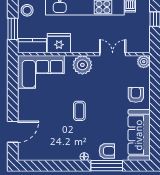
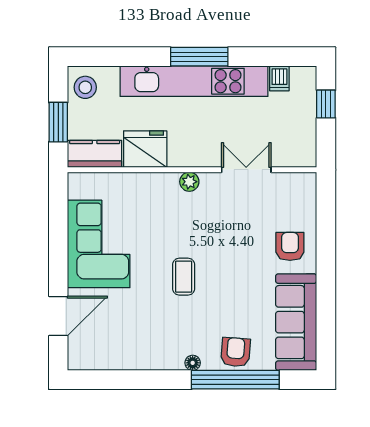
plant: (144, 62) -> (305, 184), removed
plant: (82, 65) -> (189, 182), width x0.53, depth x0.53
corner sofa: (41, 72) -> (99, 244), moved, turned -90
armchair: (107, 151) -> (236, 352), turned -86
window: (107, 166) -> (235, 380), width x1.46

